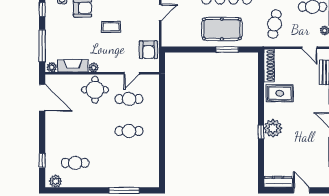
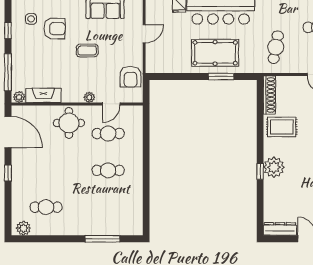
plant: (94, 68) -> (89, 97), moved
window: (42, 160) -> (8, 173), moved

